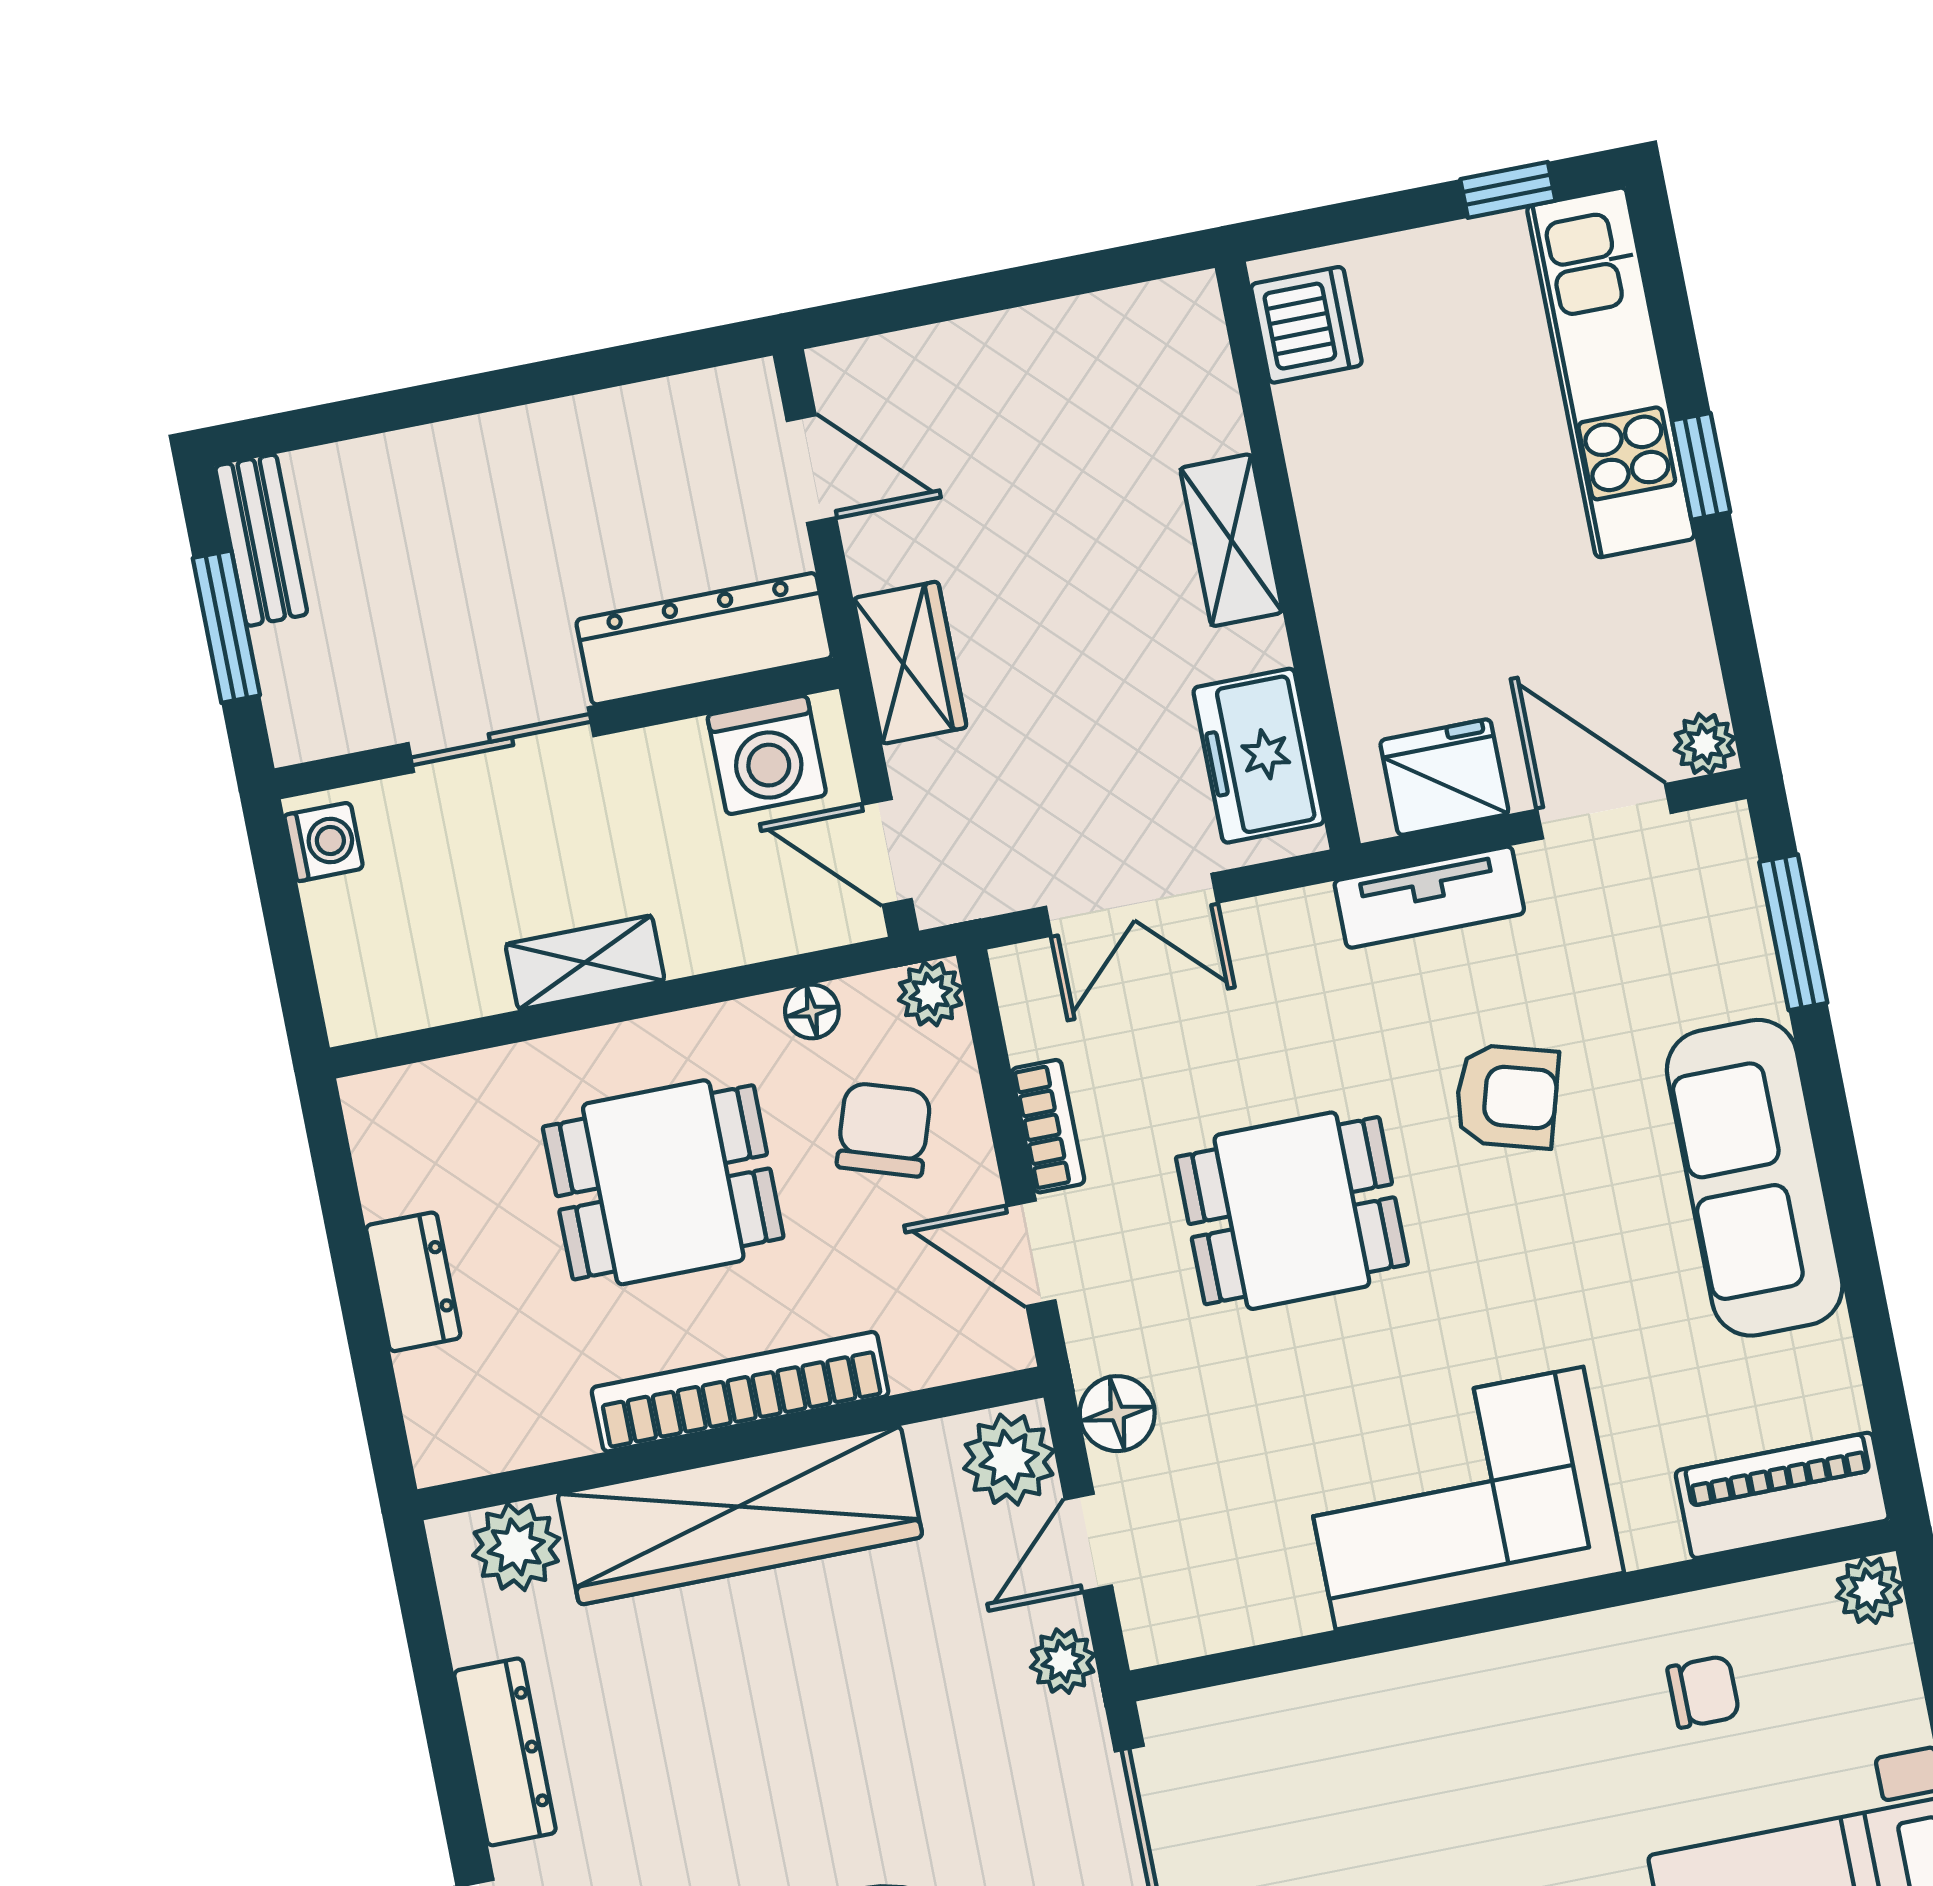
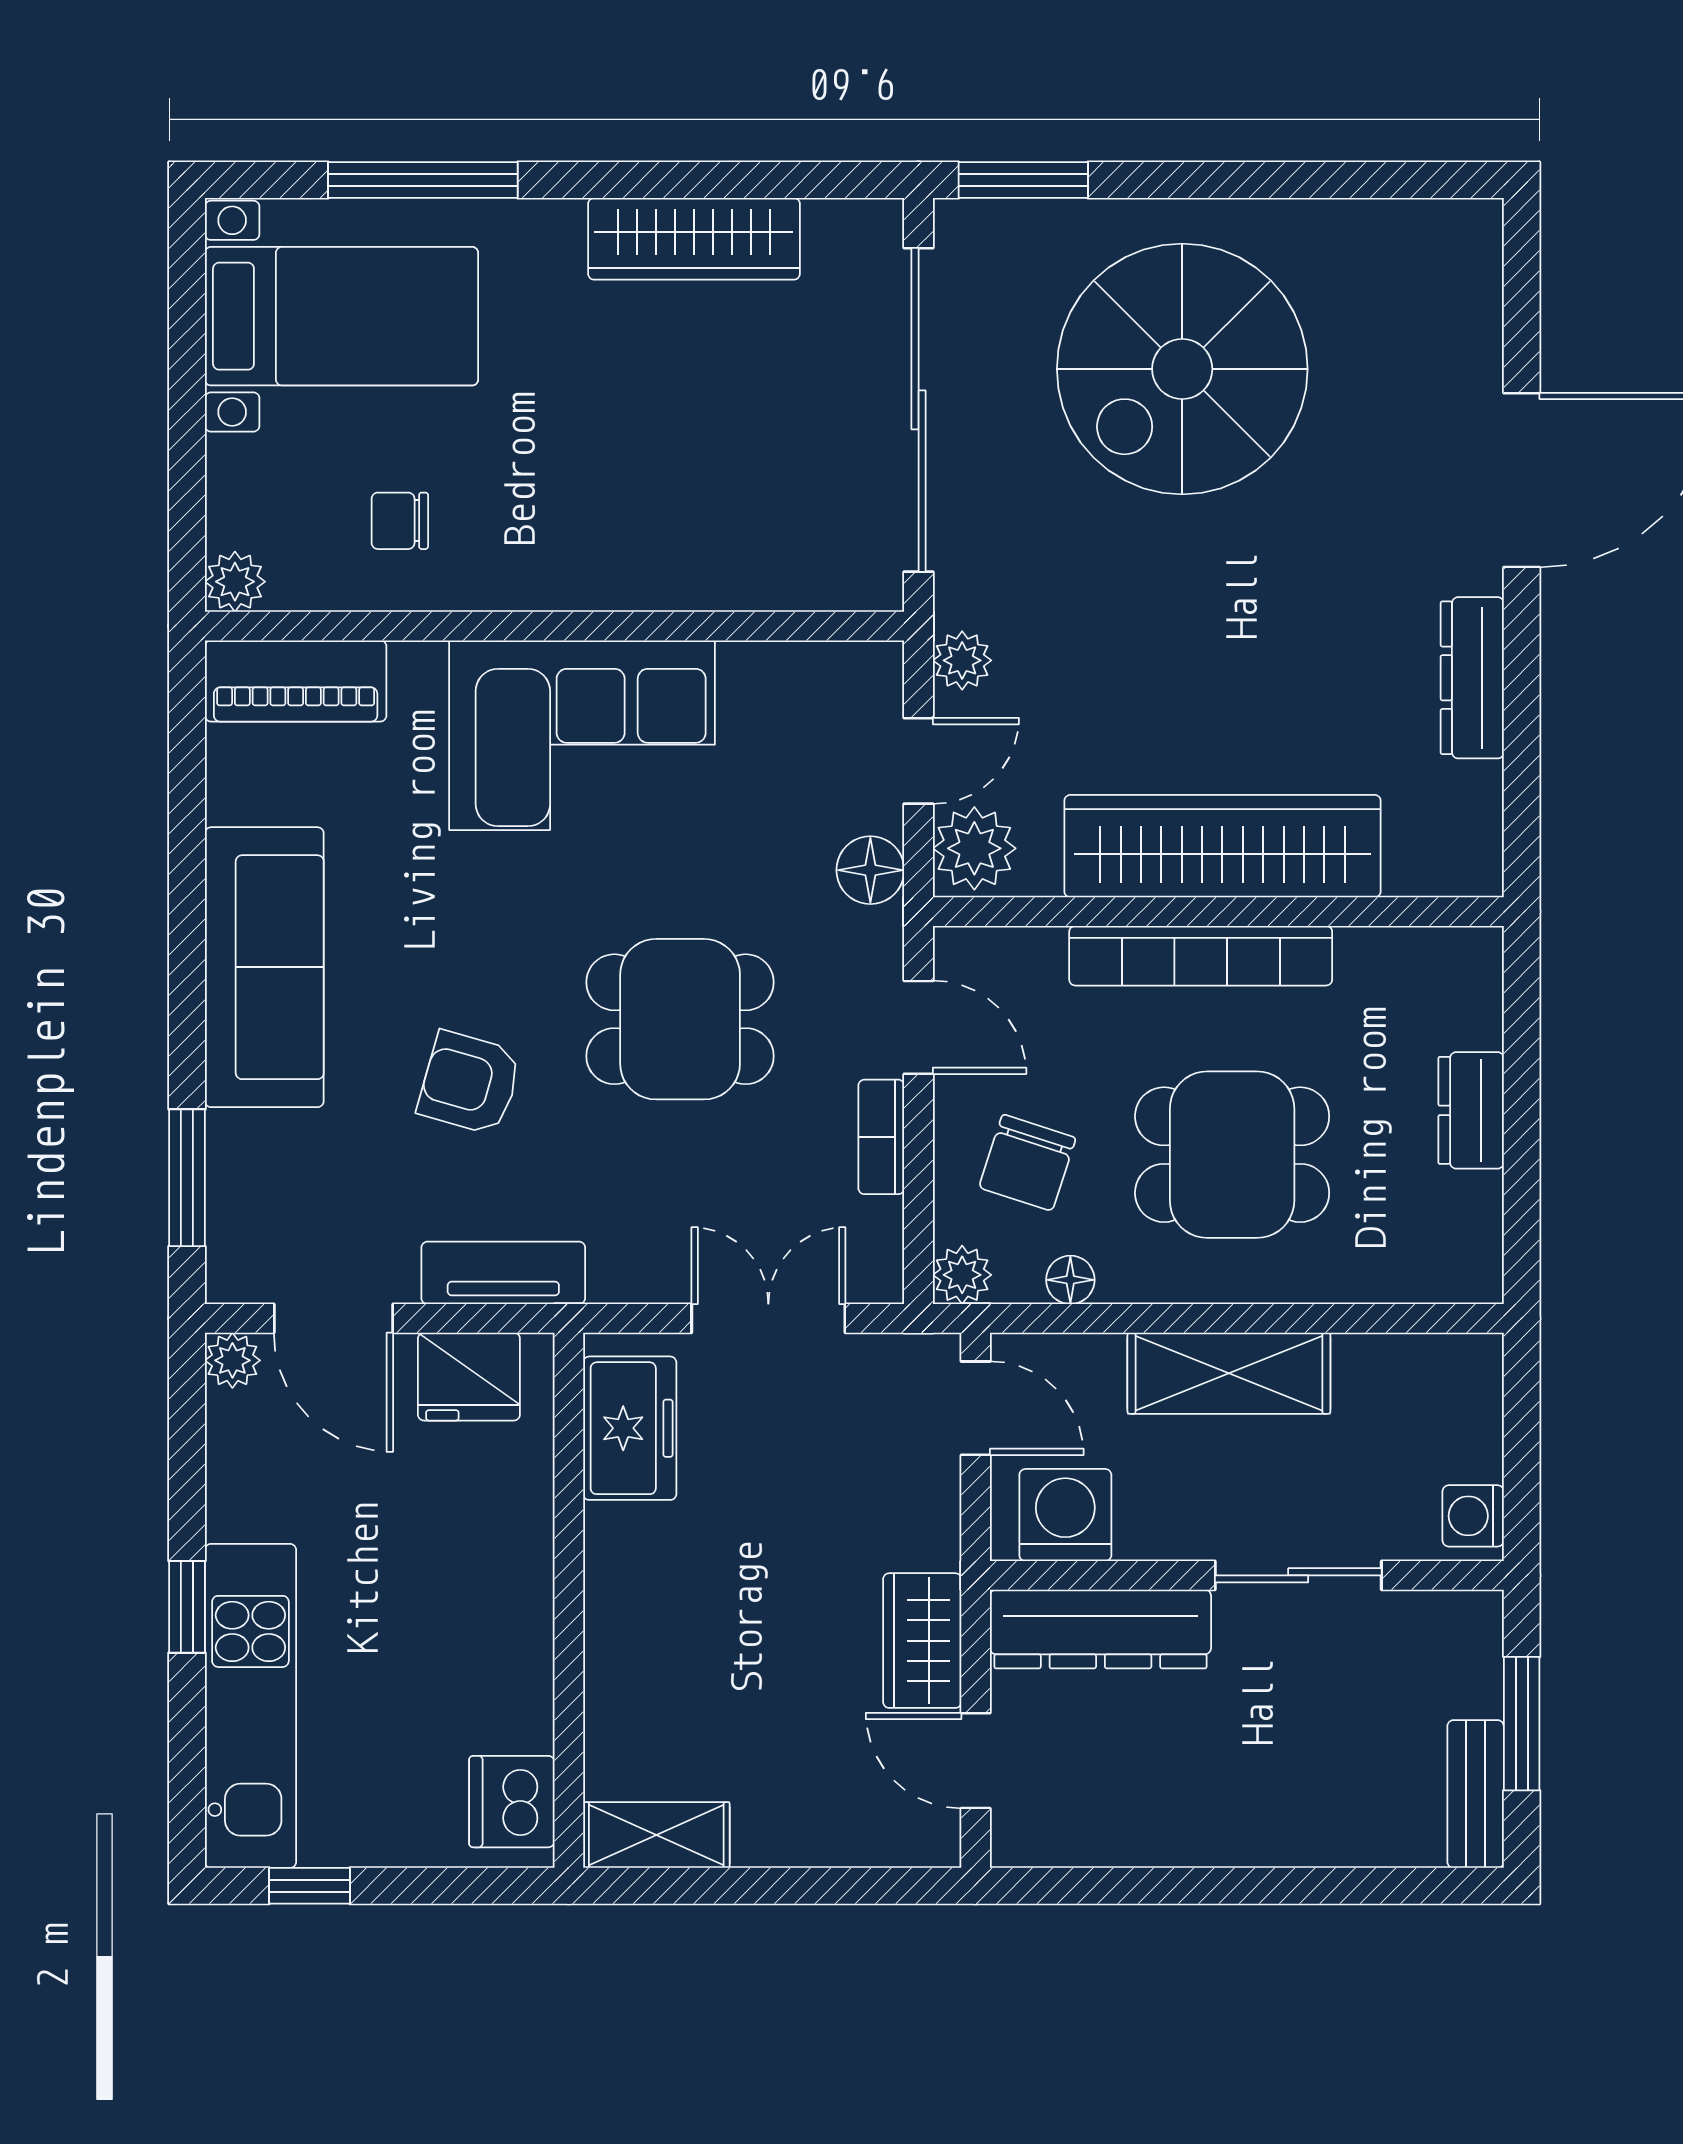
shelving: (1231, 540) -> (656, 1835), moved, turned 90
wardrobe: (910, 663) -> (922, 1641), moved
shelving: (585, 963) -> (1229, 1373), width x1.50, depth x1.33
plant: (516, 1547) -> (1426, 857), removed

